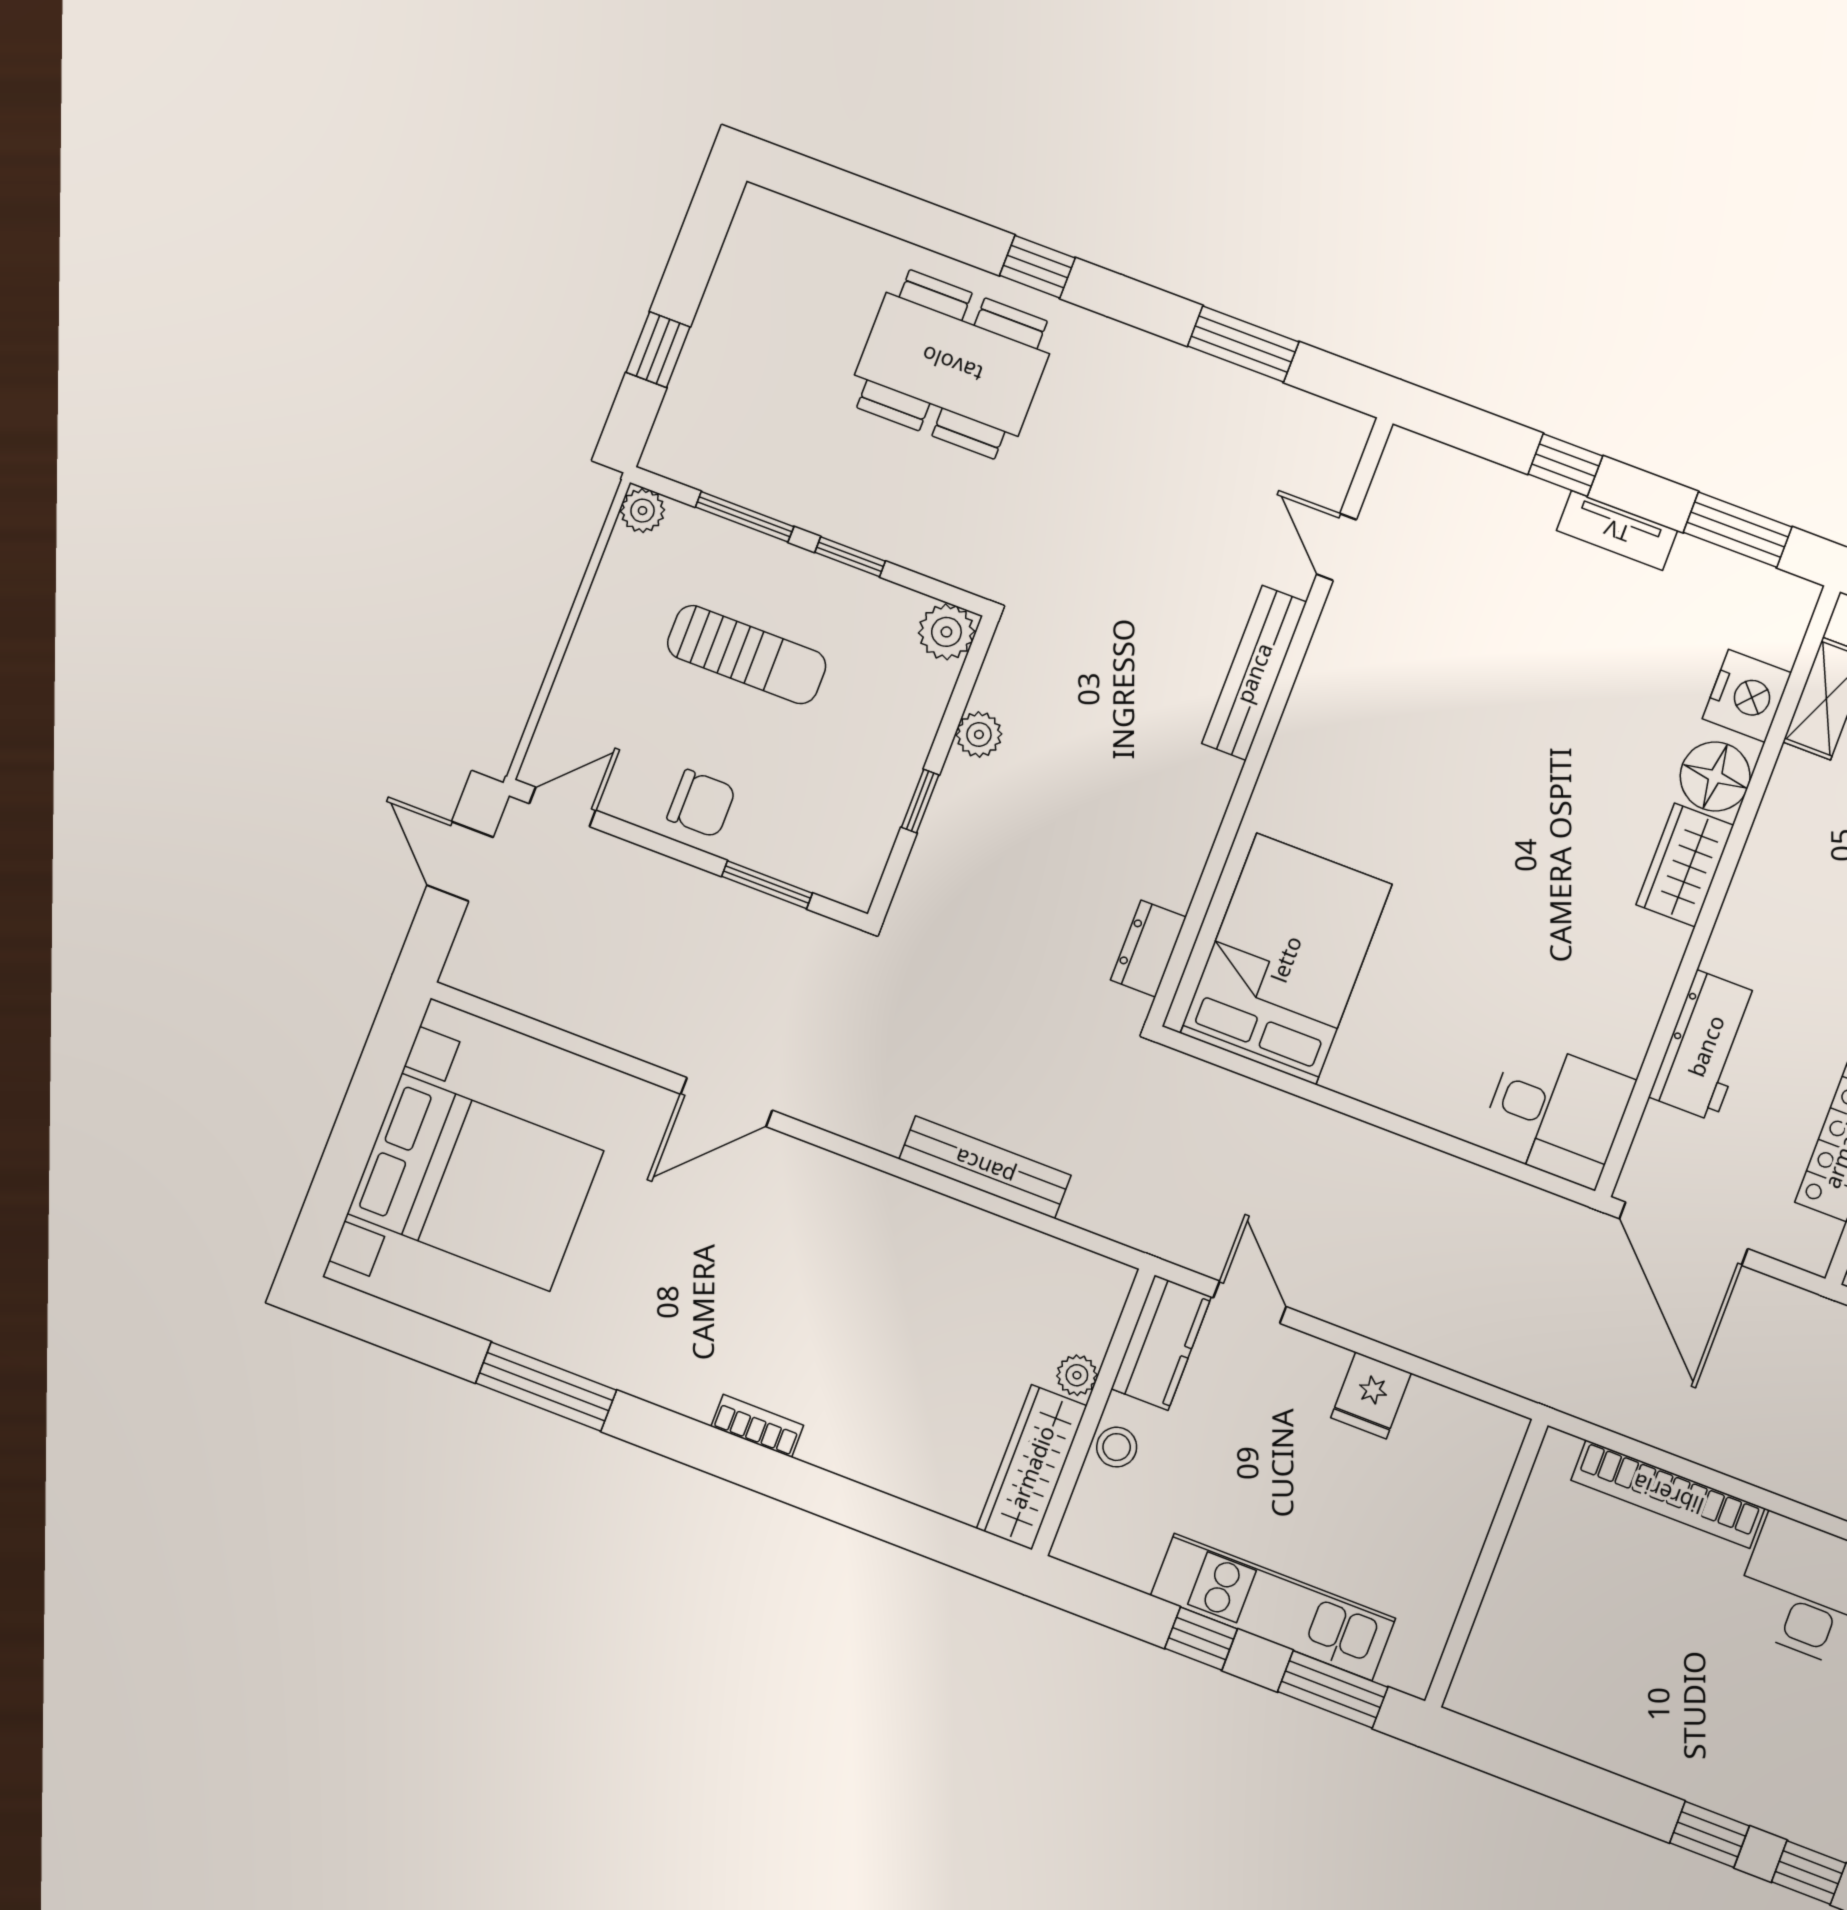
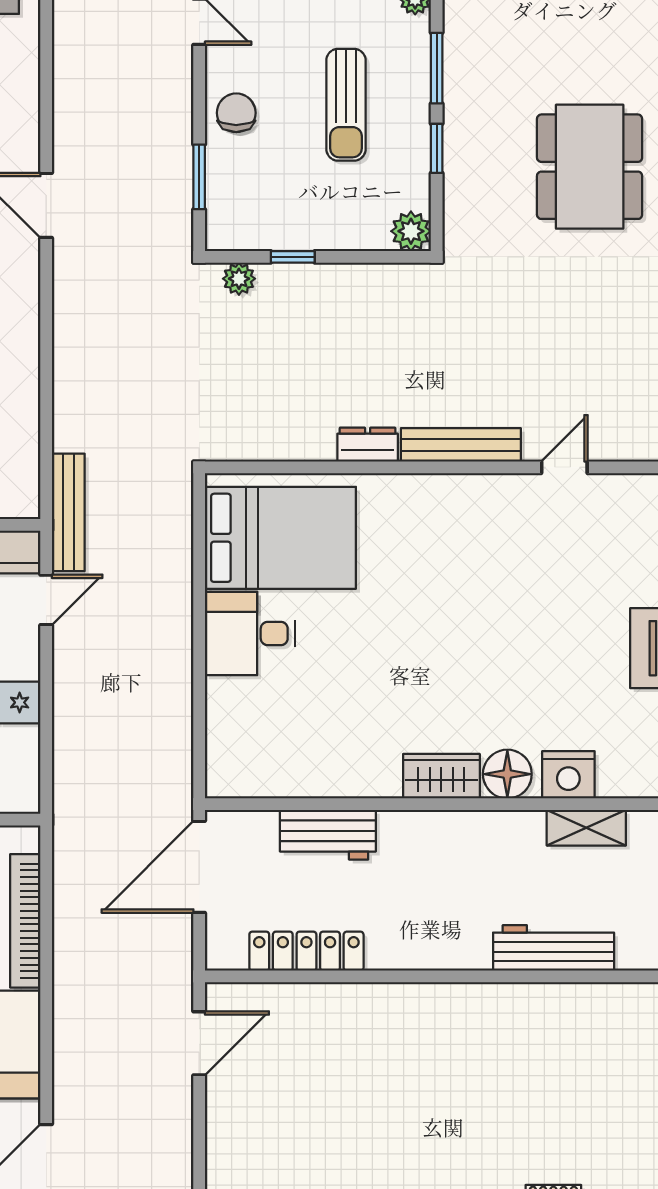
plant: (979, 735) -> (239, 279), moved
chair: (701, 804) -> (236, 113), turned 180
dresser: (1148, 949) -> (368, 445), moved
desk: (1556, 1113) -> (250, 634), moved, turned 90
bench: (985, 1167) -> (68, 512), moved

